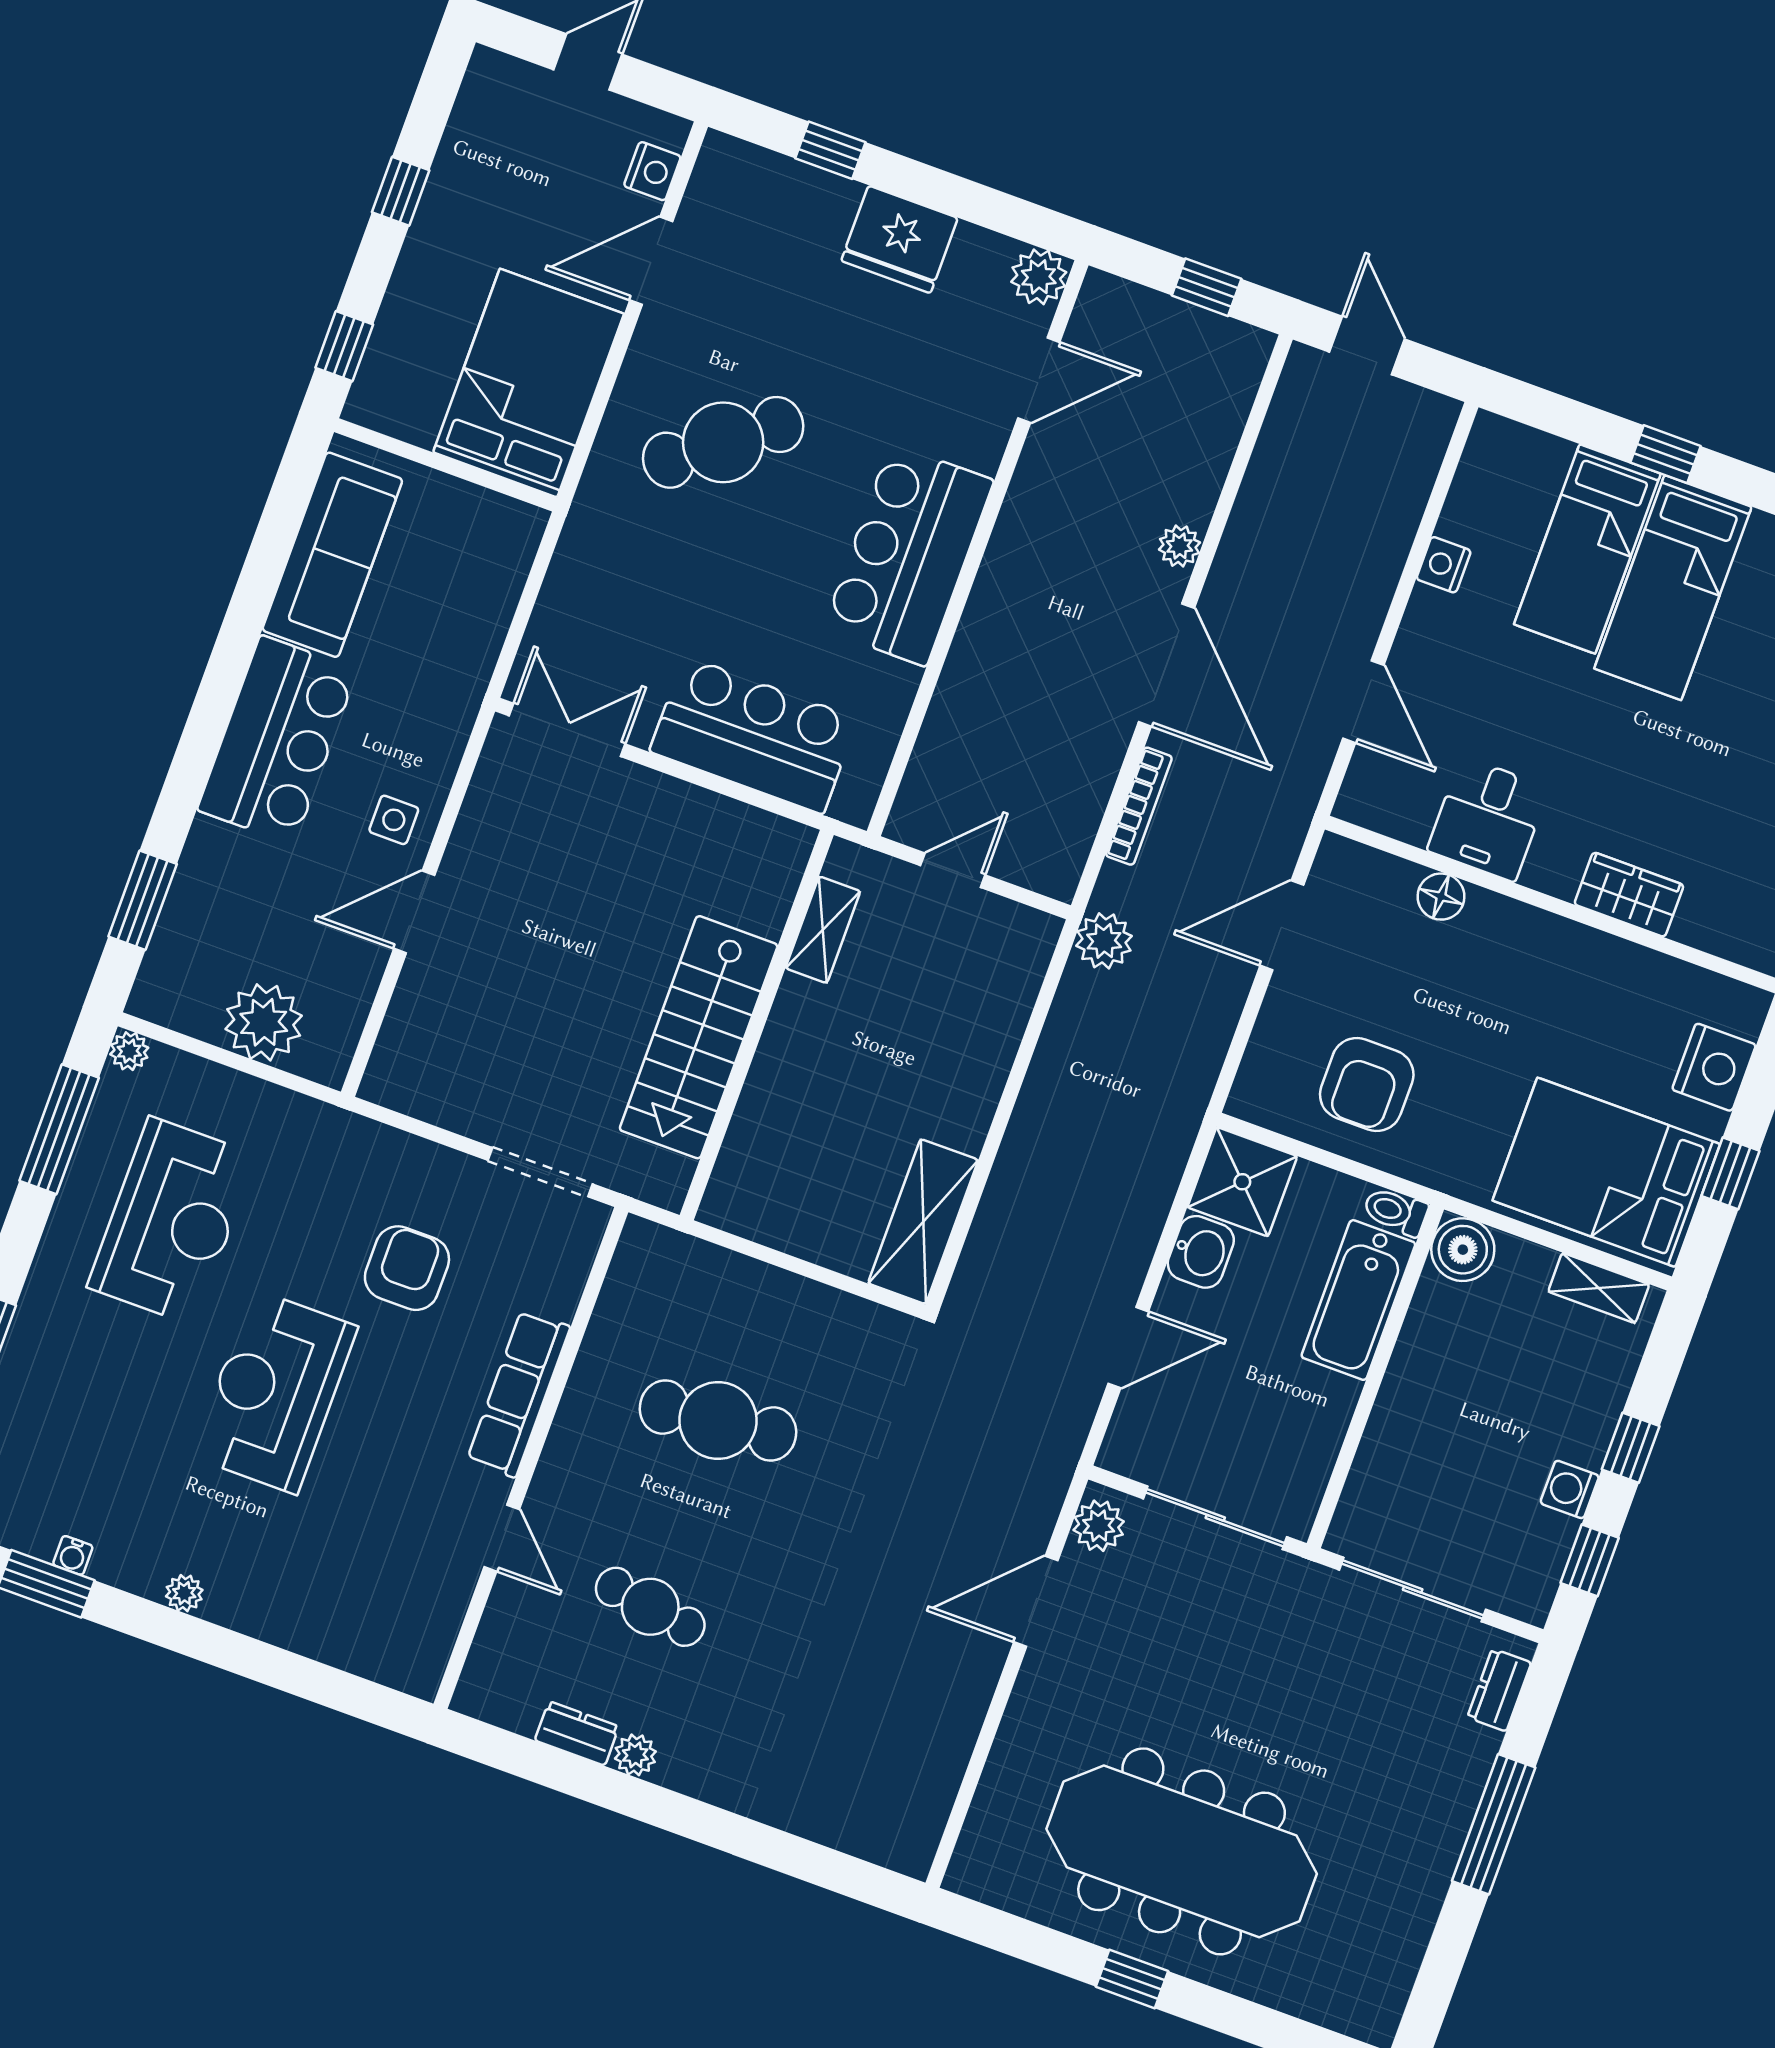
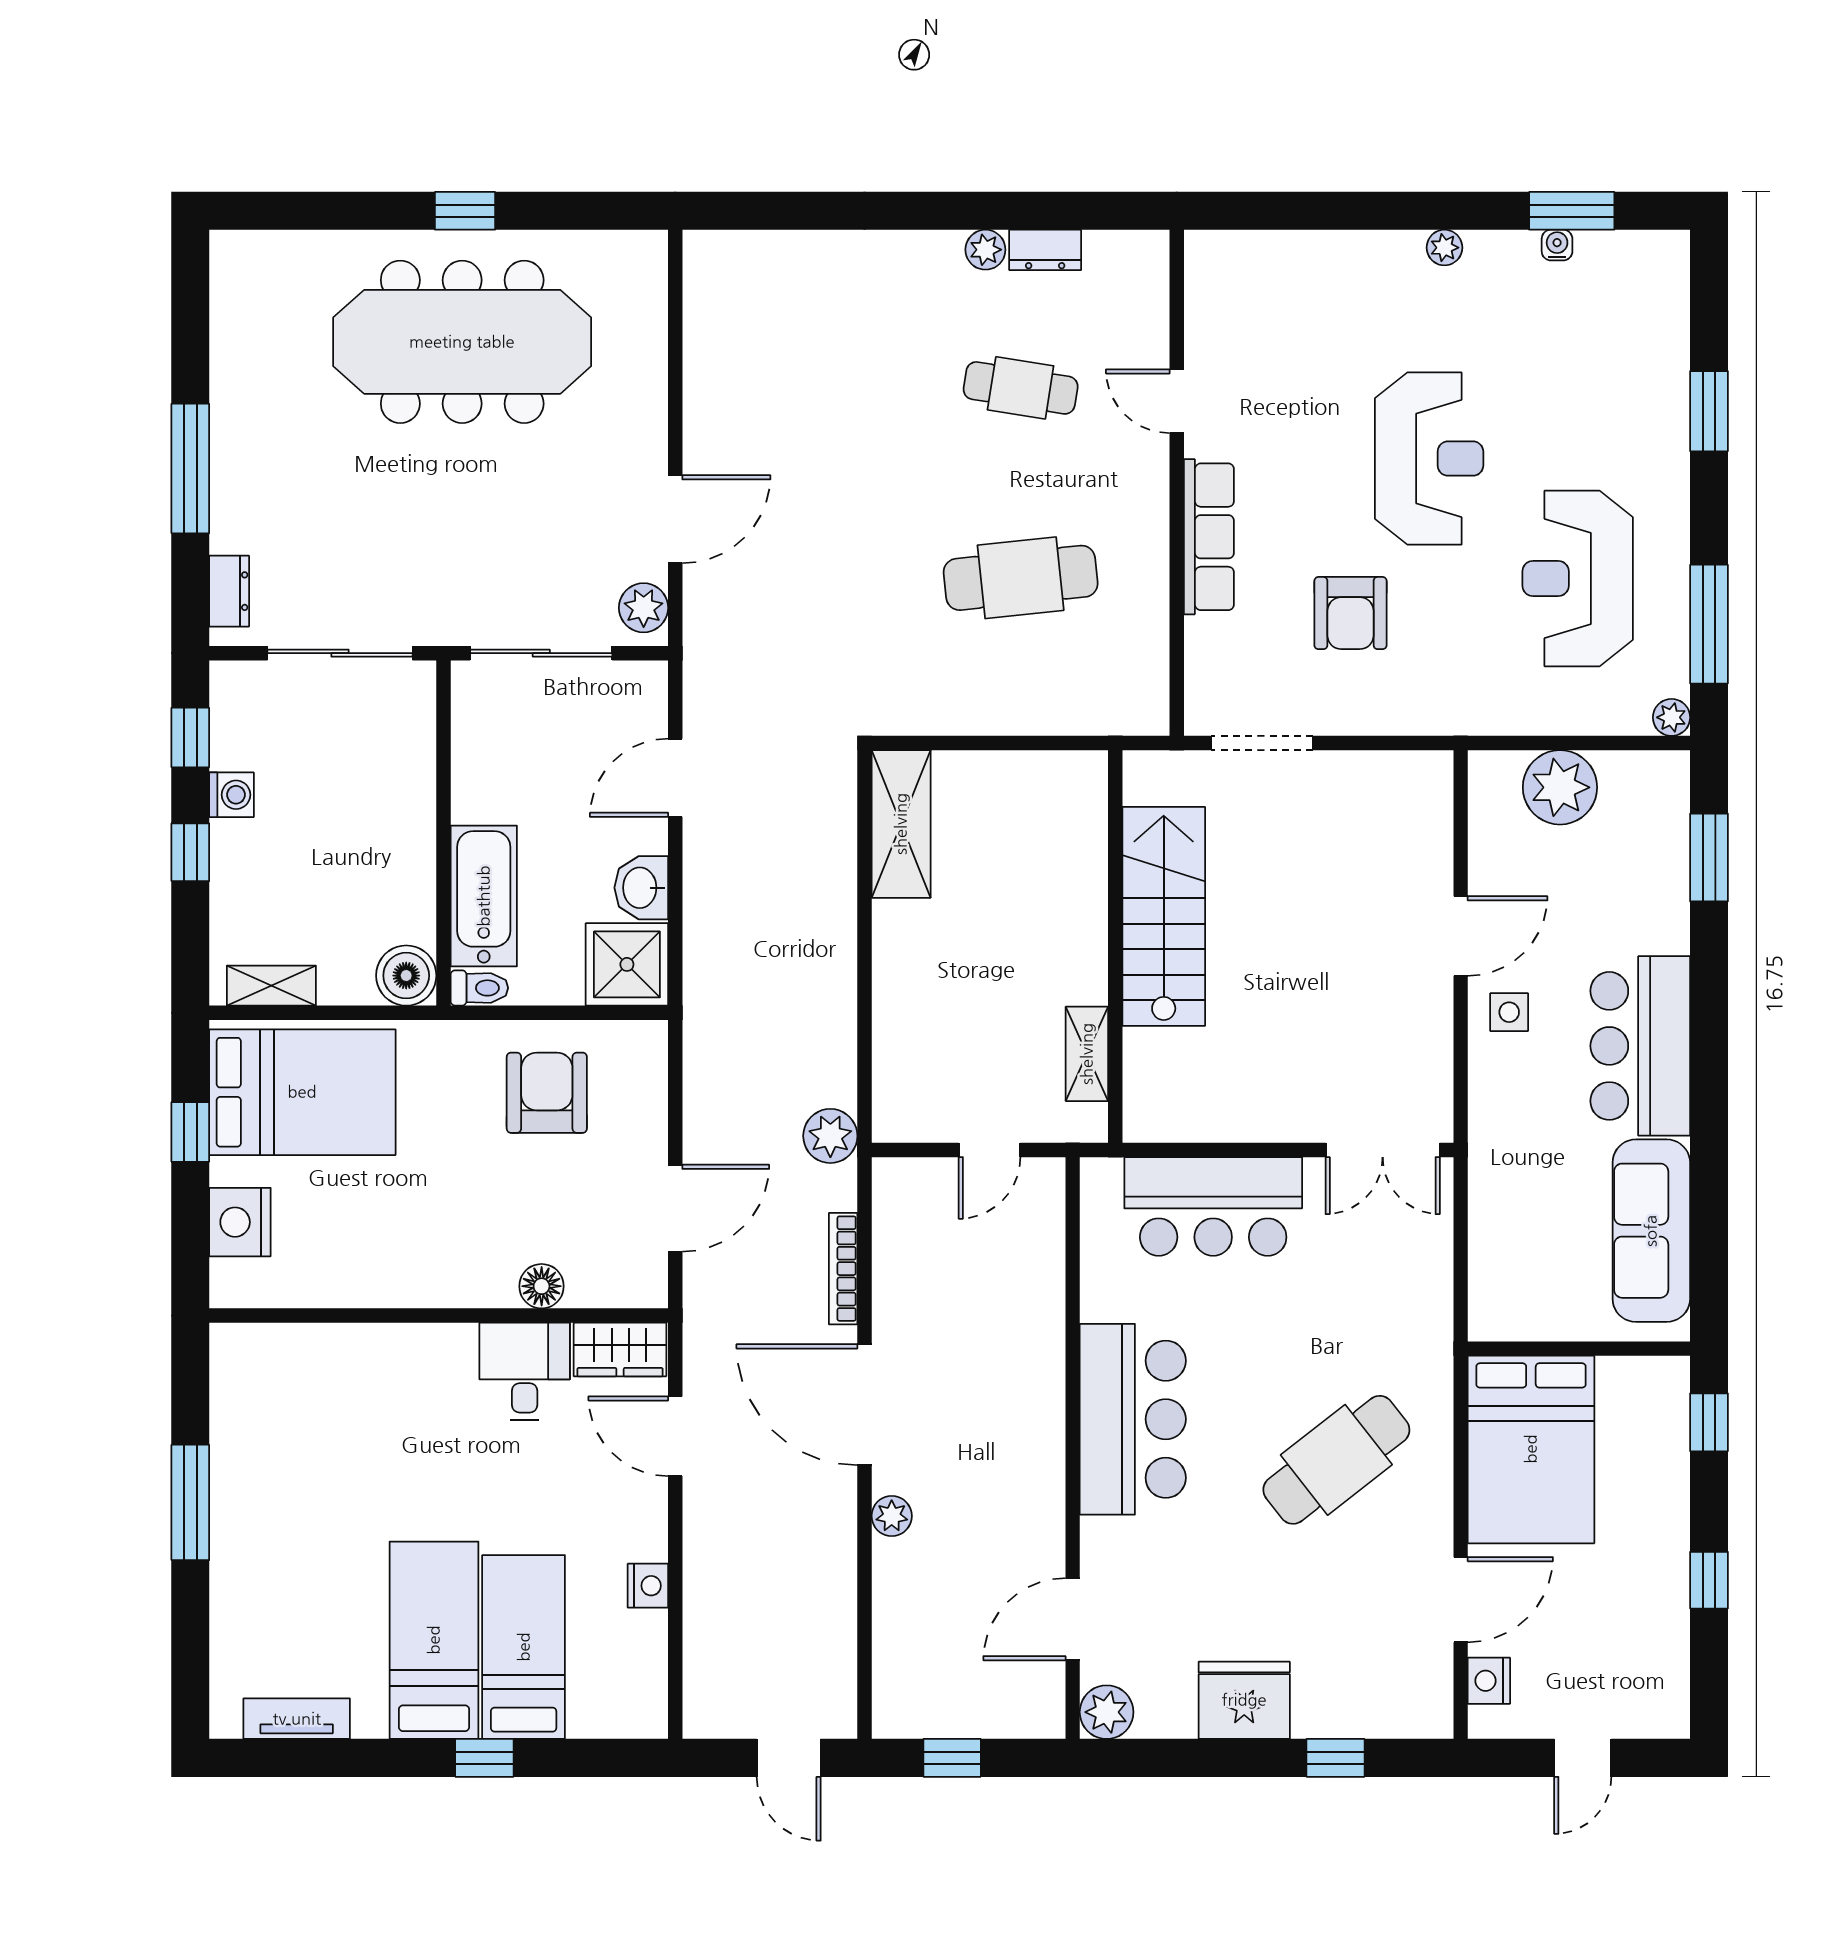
wardrobe: (1629, 895) -> (620, 1349), moved

